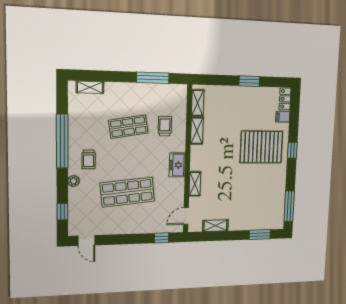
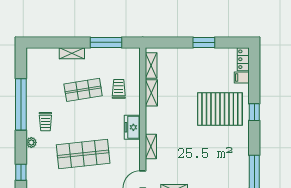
shelving: (90, 87) -> (72, 53), moved

